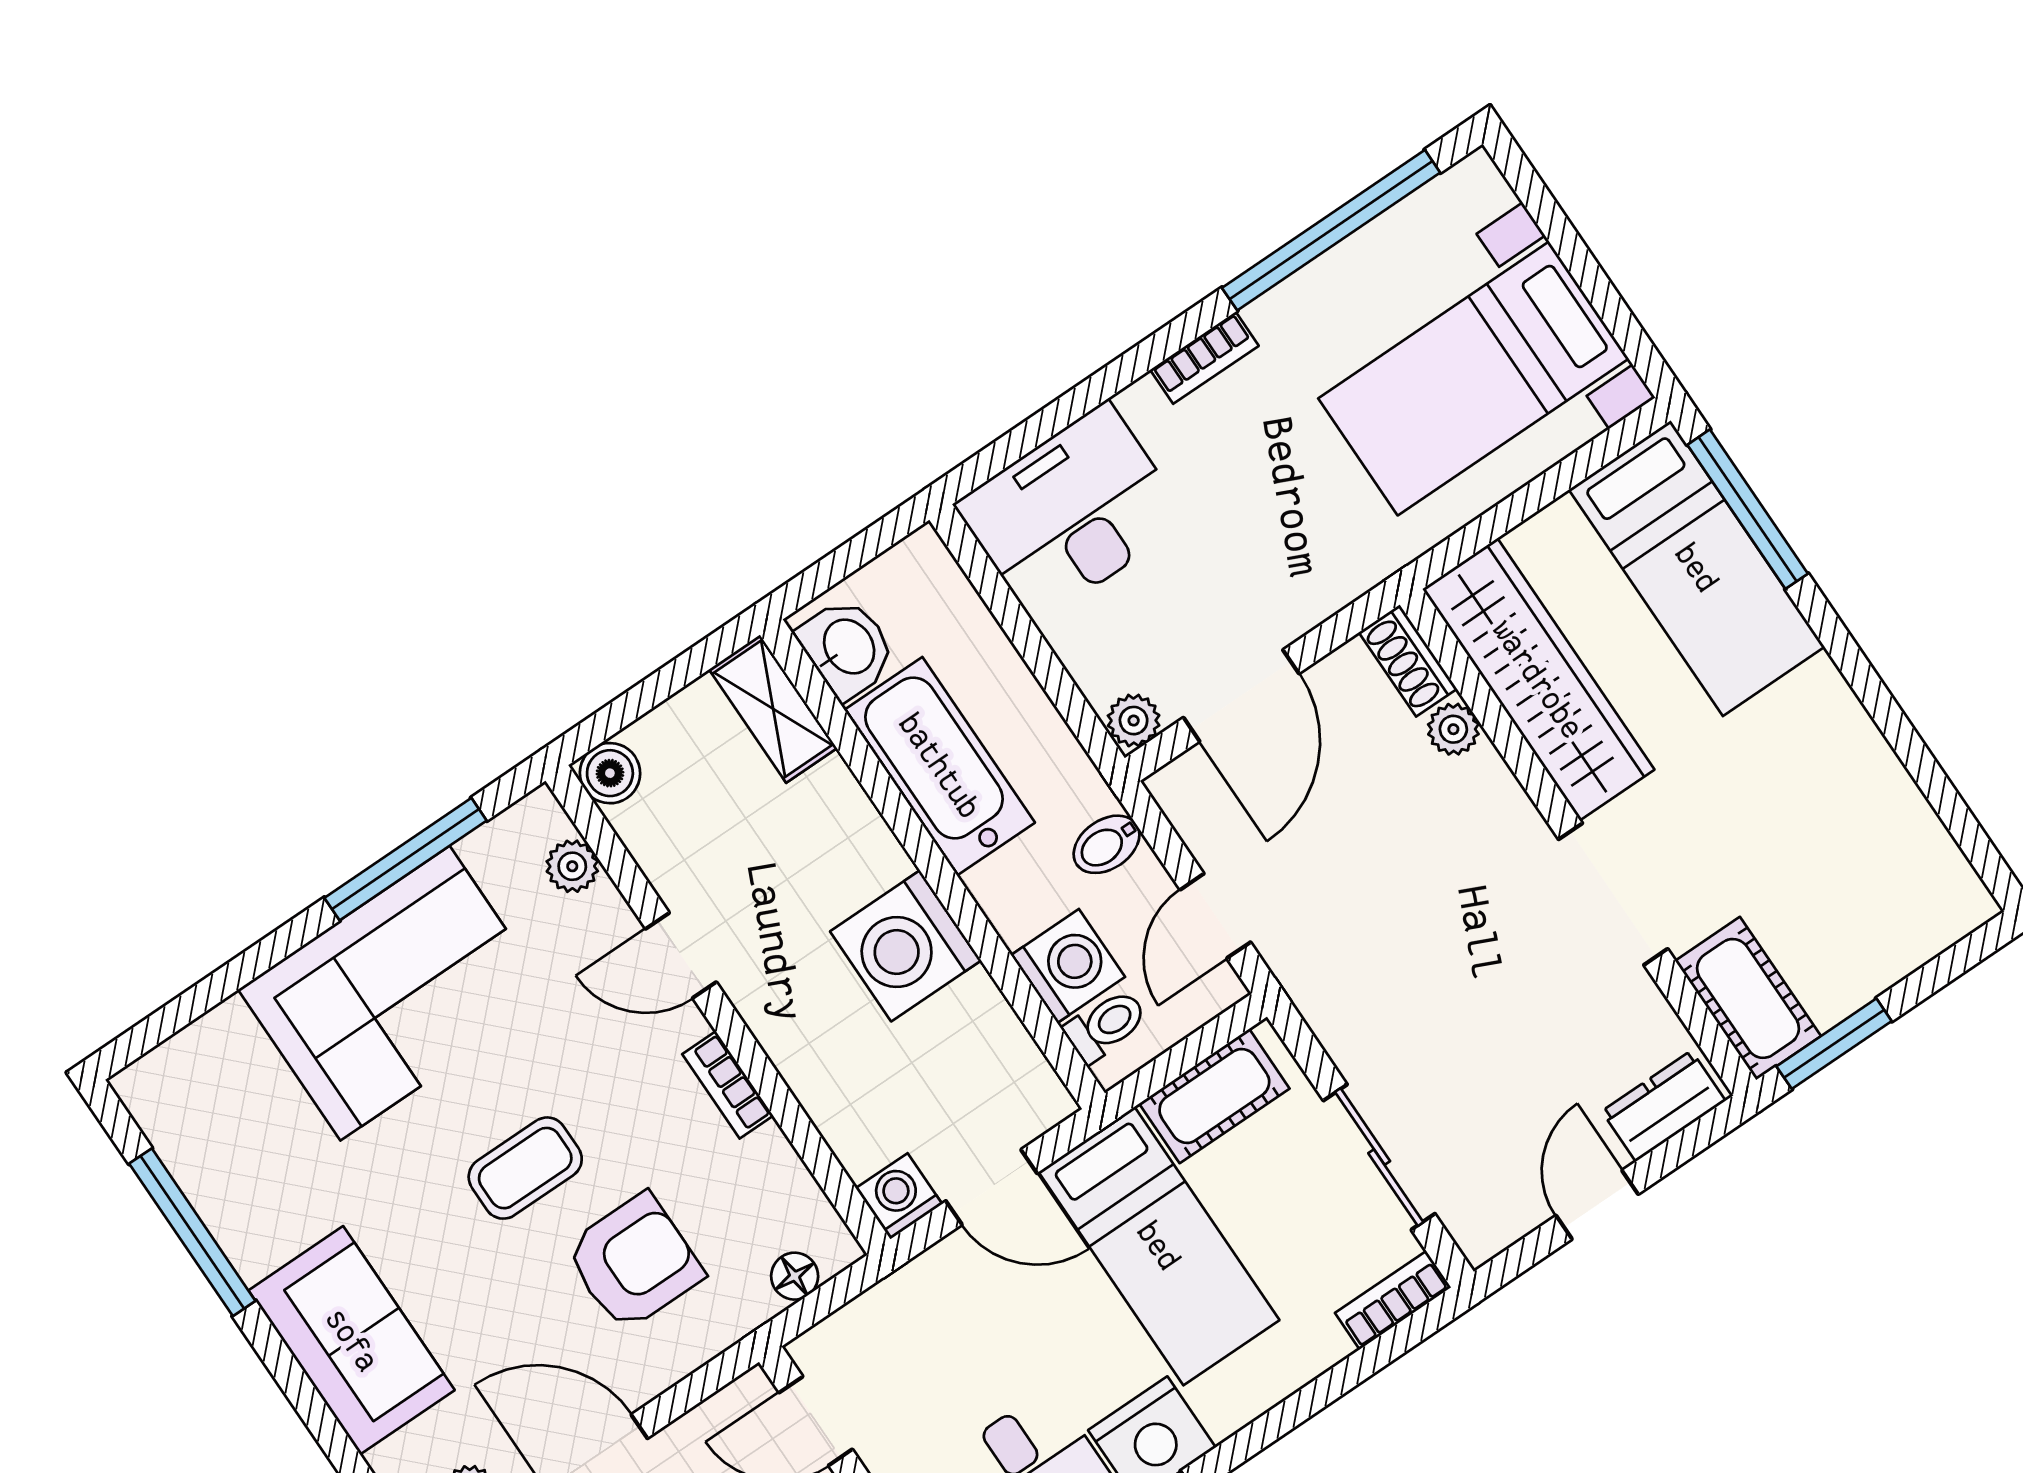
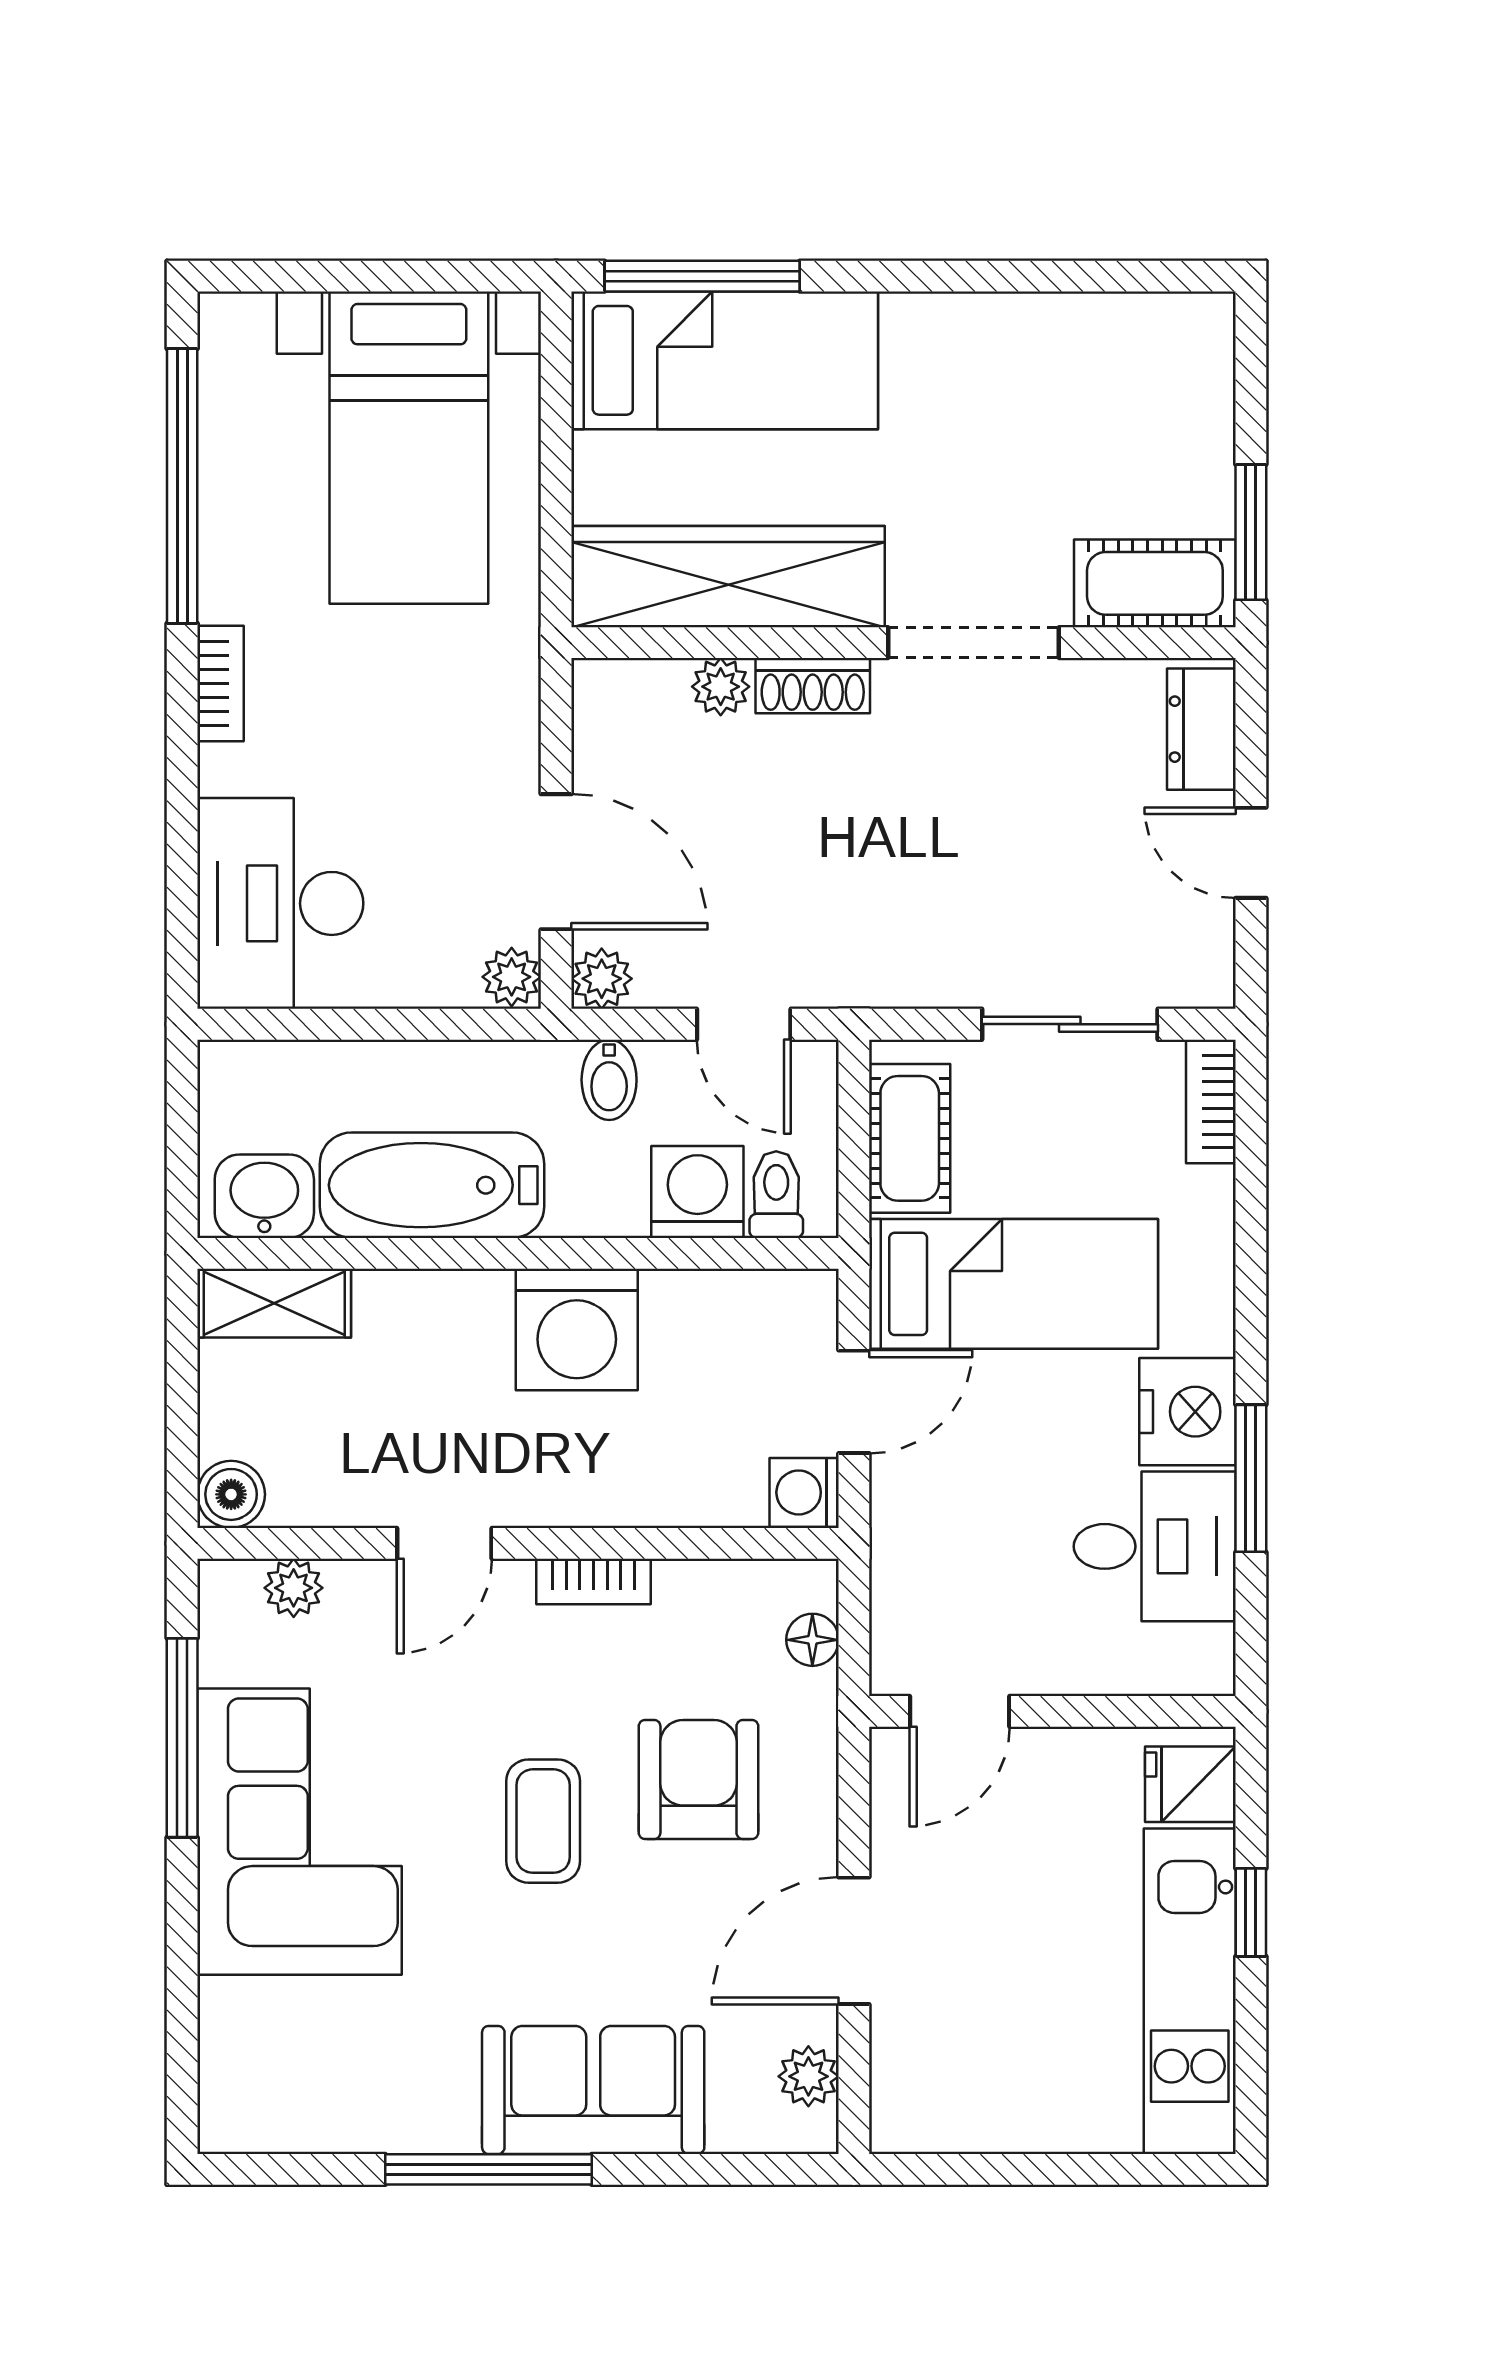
shoe rack: (1408, 661) -> (813, 686), moved
plant: (1178, 788) -> (602, 979), added
window: (192, 1232) -> (489, 2169), moved

